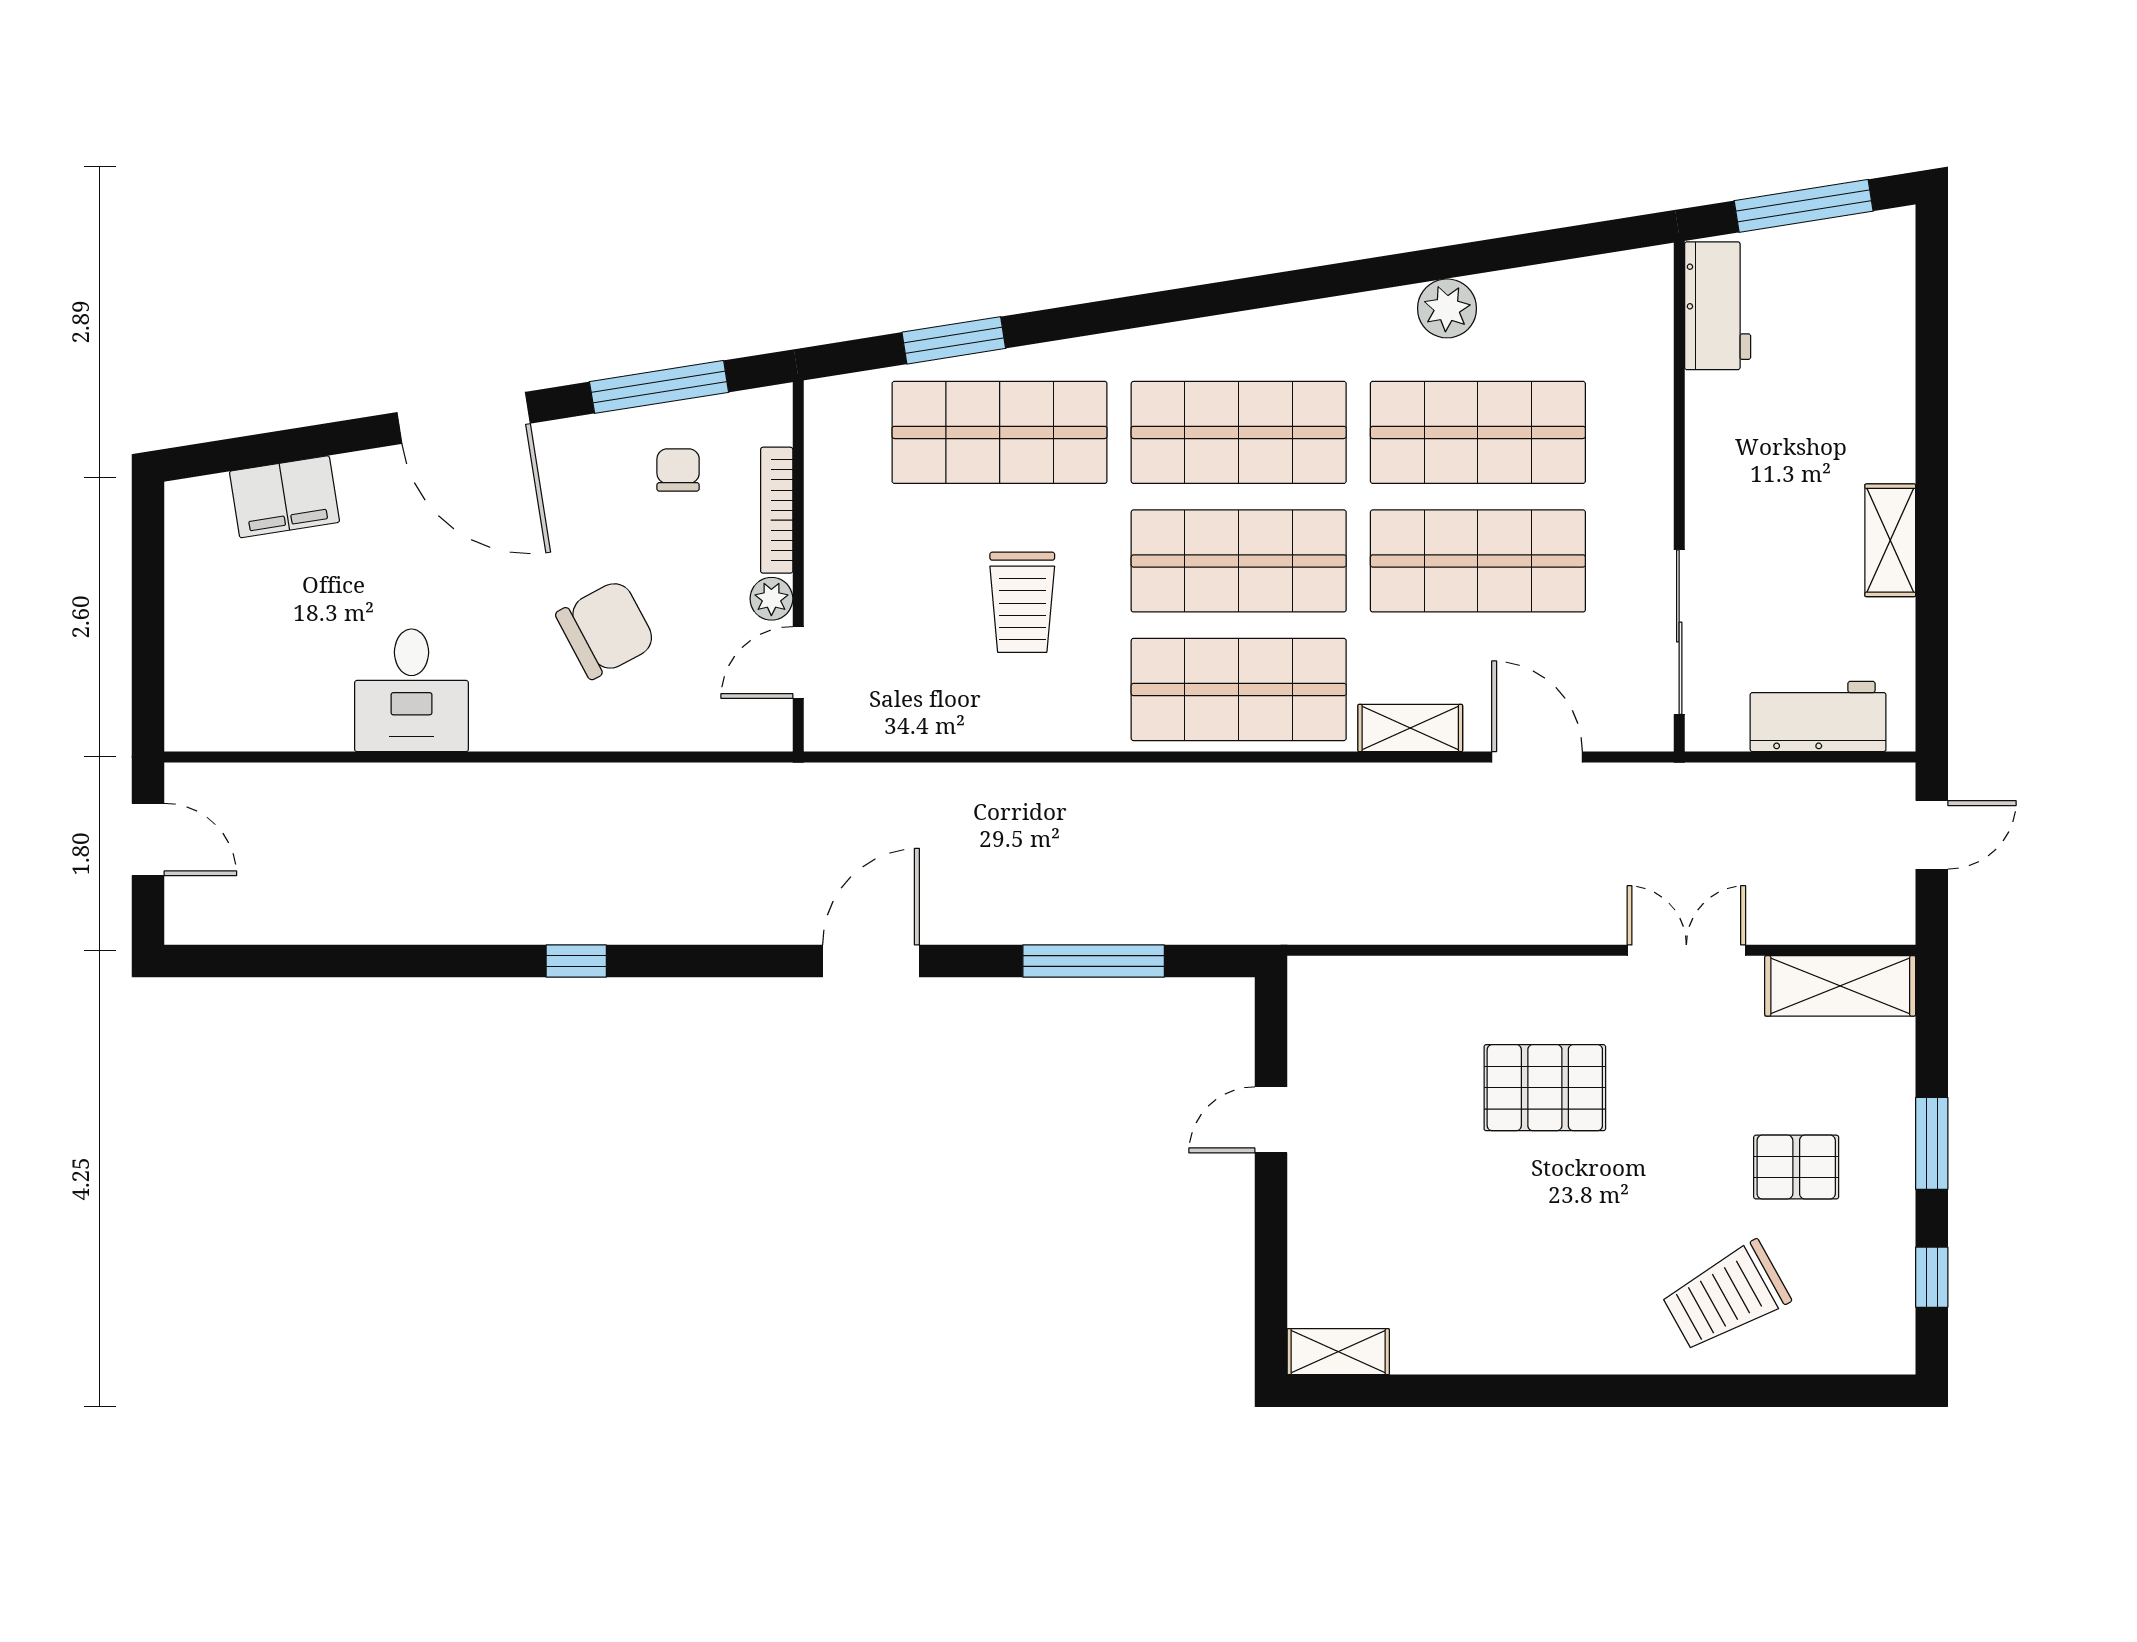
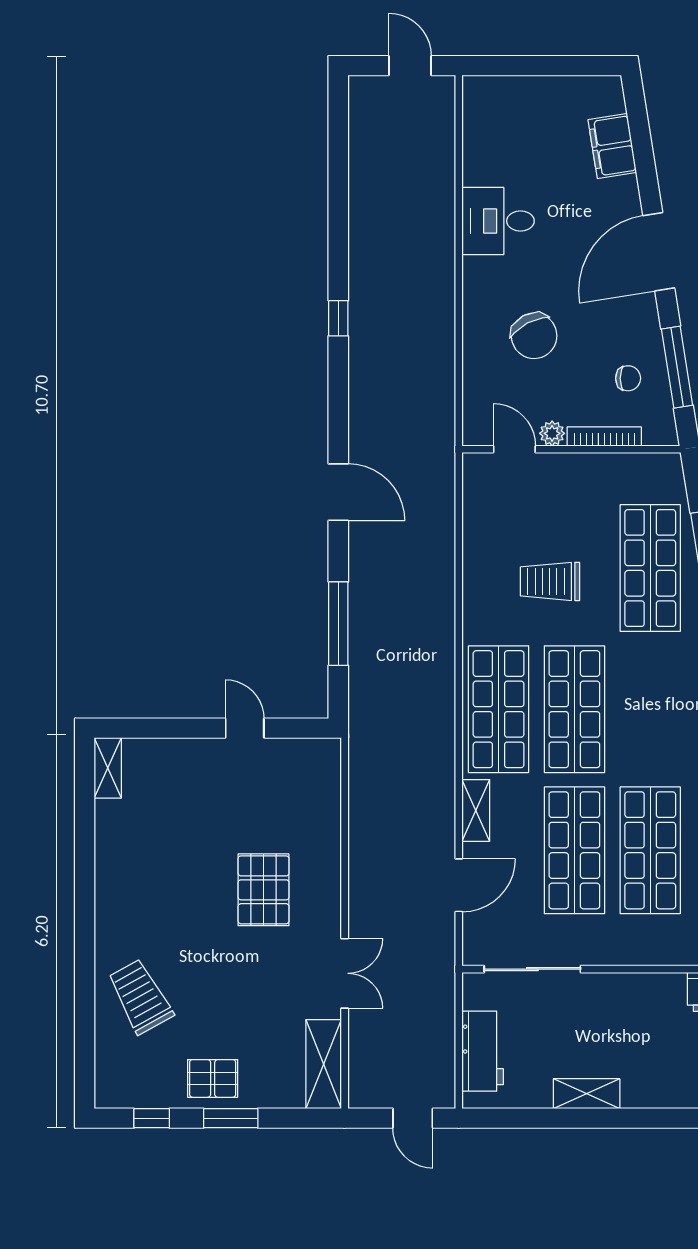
shop shelf: (1239, 432) -> (650, 709), removed
door: (148, 840) -> (410, 66), swing flipped
pallet: (1796, 1167) -> (213, 1078), moved, turned 90

